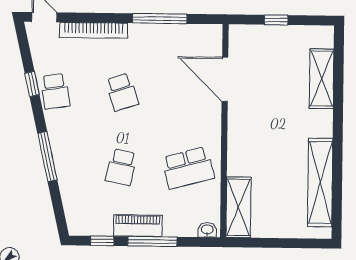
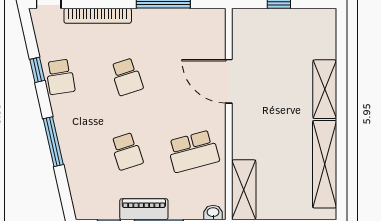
door: (225, 79) -> (229, 81), moved
shelving: (322, 79) -> (325, 89), moved
school desk: (121, 167) -> (127, 151), turned -30

